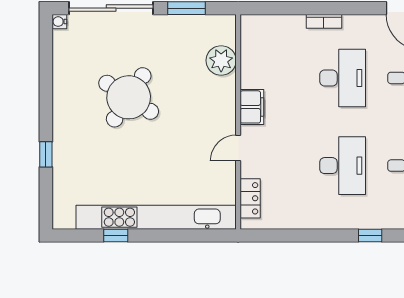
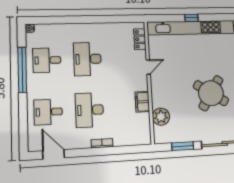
filing cabinet: (252, 107) -> (142, 102), moved
window: (116, 235) -> (191, 18), moved
window: (370, 235) -> (70, 20), removed

